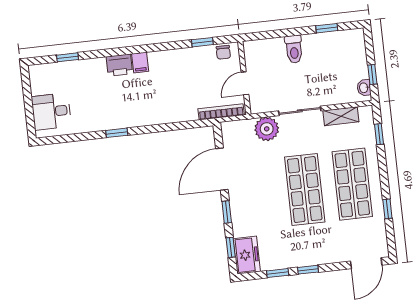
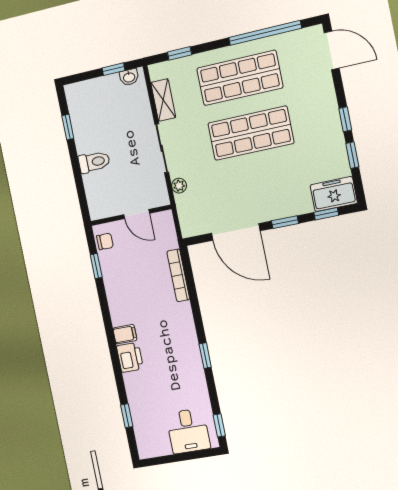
bookcase: (221, 112) -> (178, 275), moved
plant: (267, 129) -> (179, 186), width x0.53, depth x0.53
window: (55, 140) -> (219, 425), added
window: (387, 209) -> (265, 33), width x3.17

